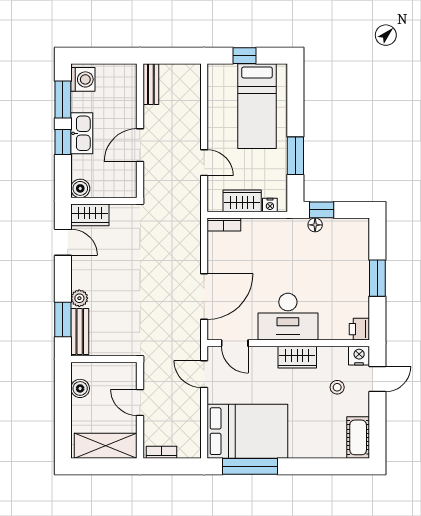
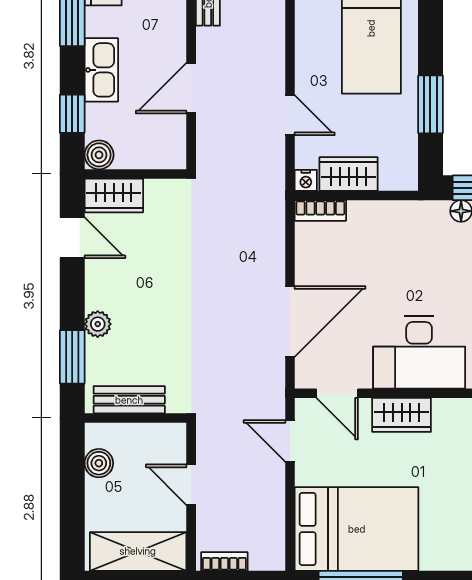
window: (63, 142) -> (72, 114), moved
nightstand: (270, 205) -> (306, 180), moved
bench: (80, 331) -> (129, 400), moved, turned 90
wardrobe: (297, 357) -> (402, 415), moved

